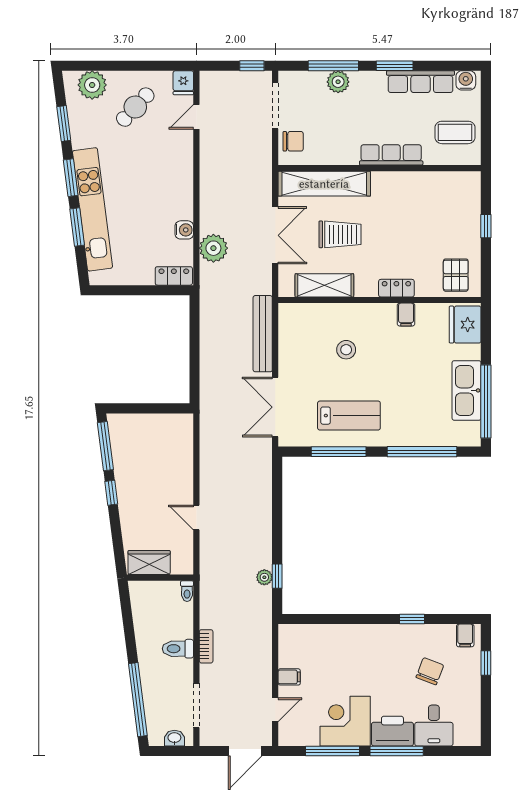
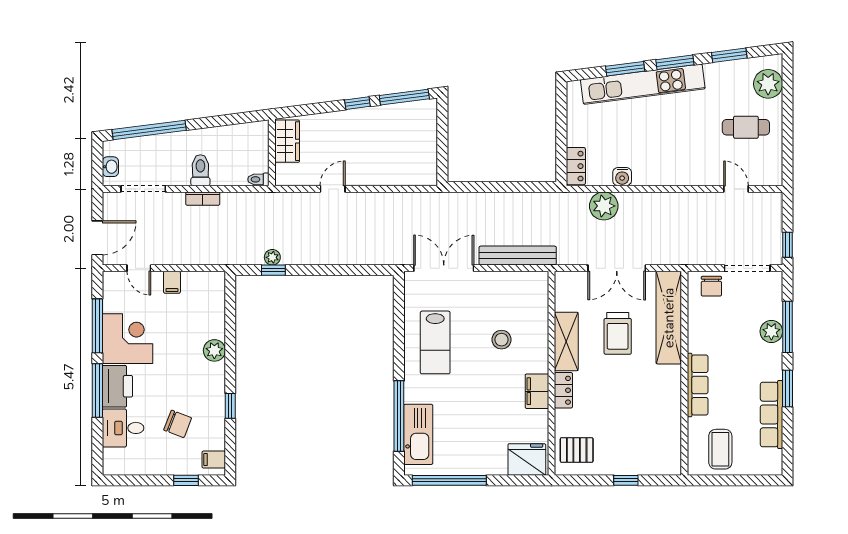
water cooler: (466, 80) -> (773, 460), removed
fridge: (183, 83) -> (770, 176), removed
cafe table: (135, 107) -> (746, 127), turned -43
shelving: (324, 285) -> (566, 341), moved
filing cabinet: (406, 315) -> (537, 391), width x2.00
kitchen sink: (467, 390) -> (418, 434), moved, turned 90
window: (339, 452) -> (399, 332), removed
plant: (357, 635) -> (214, 350), added
door: (245, 751) -> (97, 238), swing flipped

